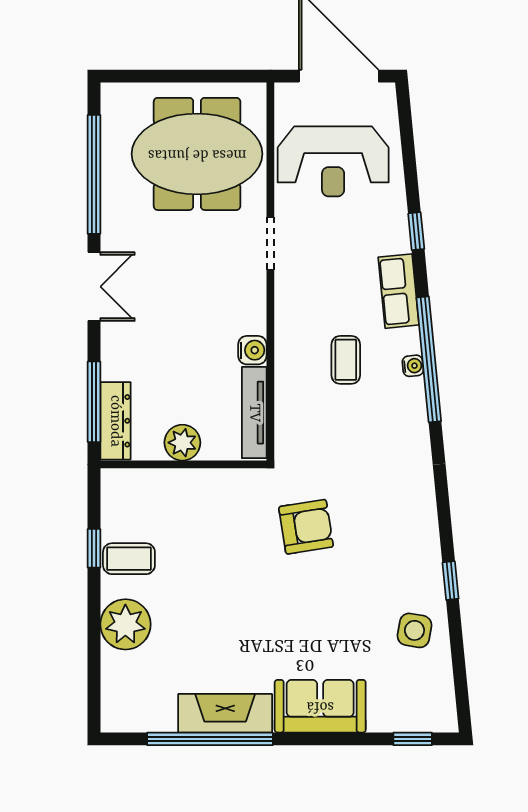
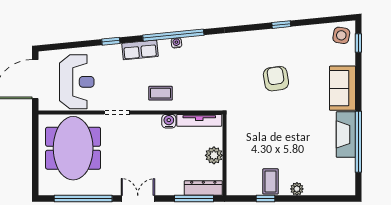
coffee table: (346, 360) -> (160, 93), moved
armchair: (306, 527) -> (276, 79), moved
plant: (125, 624) -> (297, 189), width x0.53, depth x0.53
side table: (414, 630) -> (341, 35), moved

